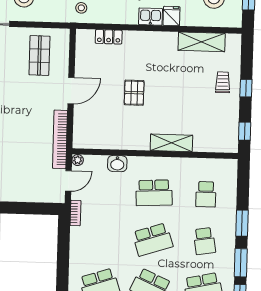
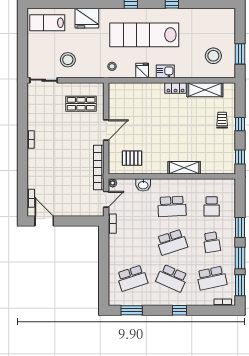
fridge: (172, 16) -> (142, 71), moved
locker: (109, 37) -> (176, 88), moved
shop shelf: (39, 55) -> (81, 104), turned 90
pallet: (134, 93) -> (132, 158), moved, turned 90

